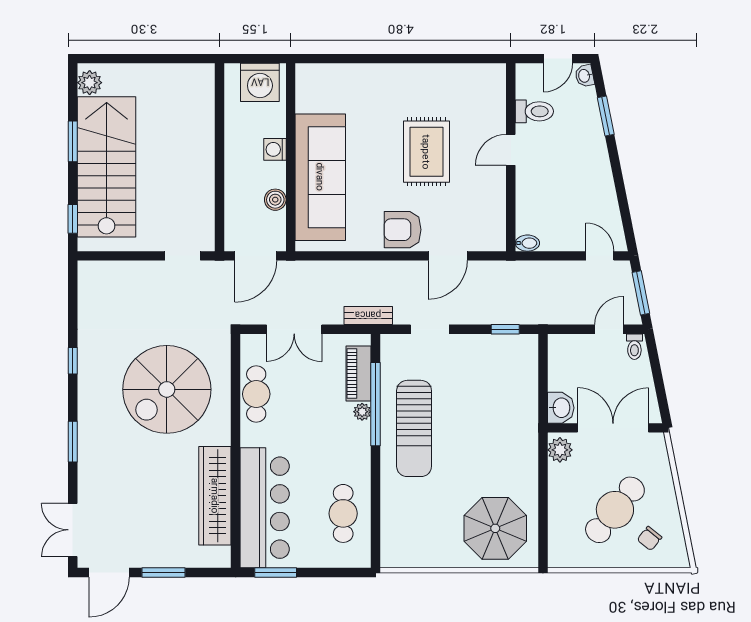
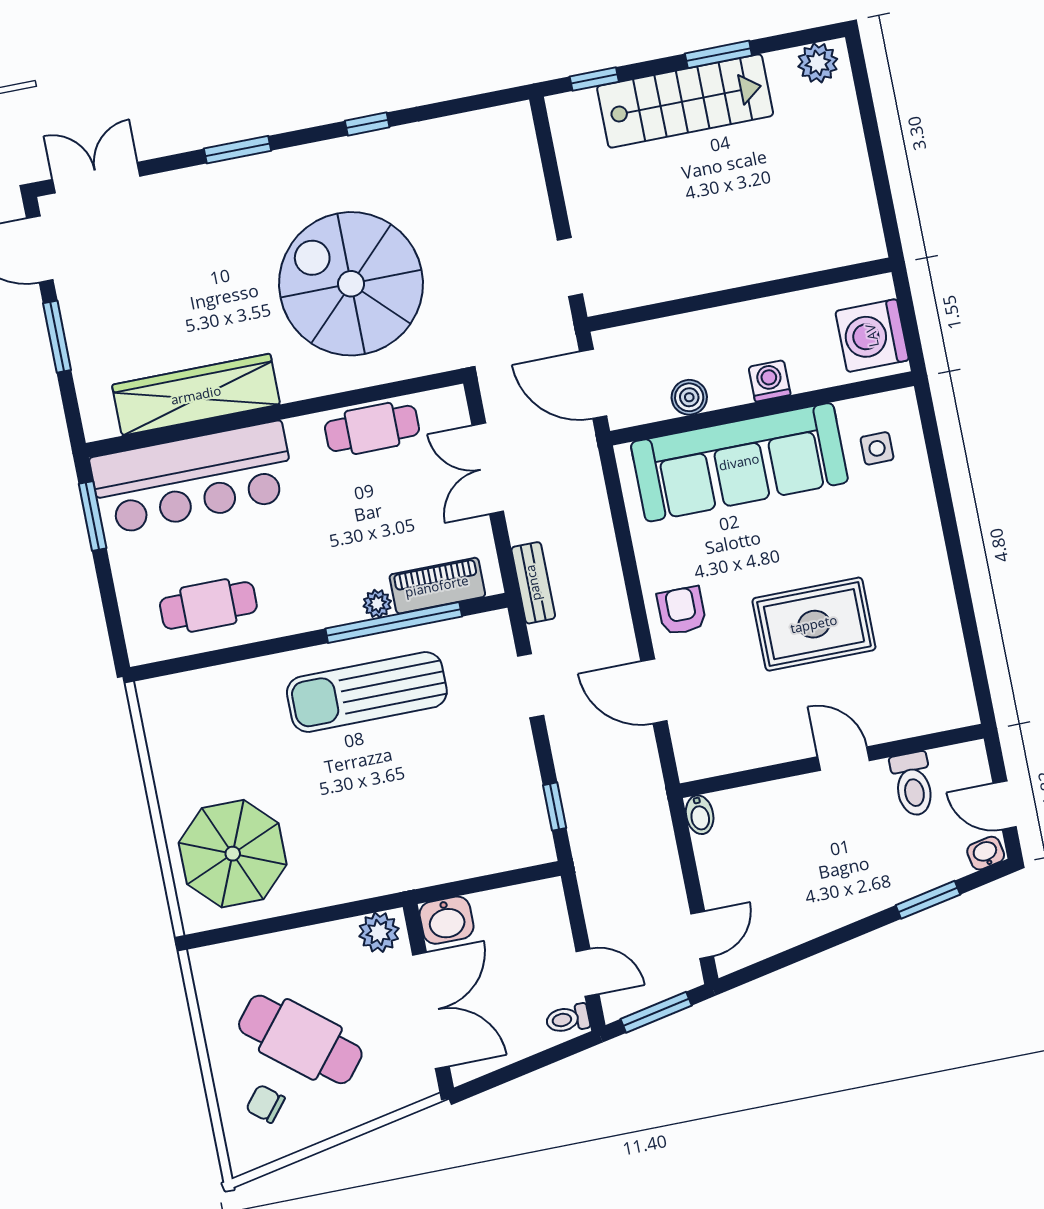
side table: (328, 93) -> (877, 448), added
stairs: (107, 167) -> (685, 101), width x0.73, depth x0.66
armchair: (403, 230) -> (682, 611), width x0.72, depth x0.72

